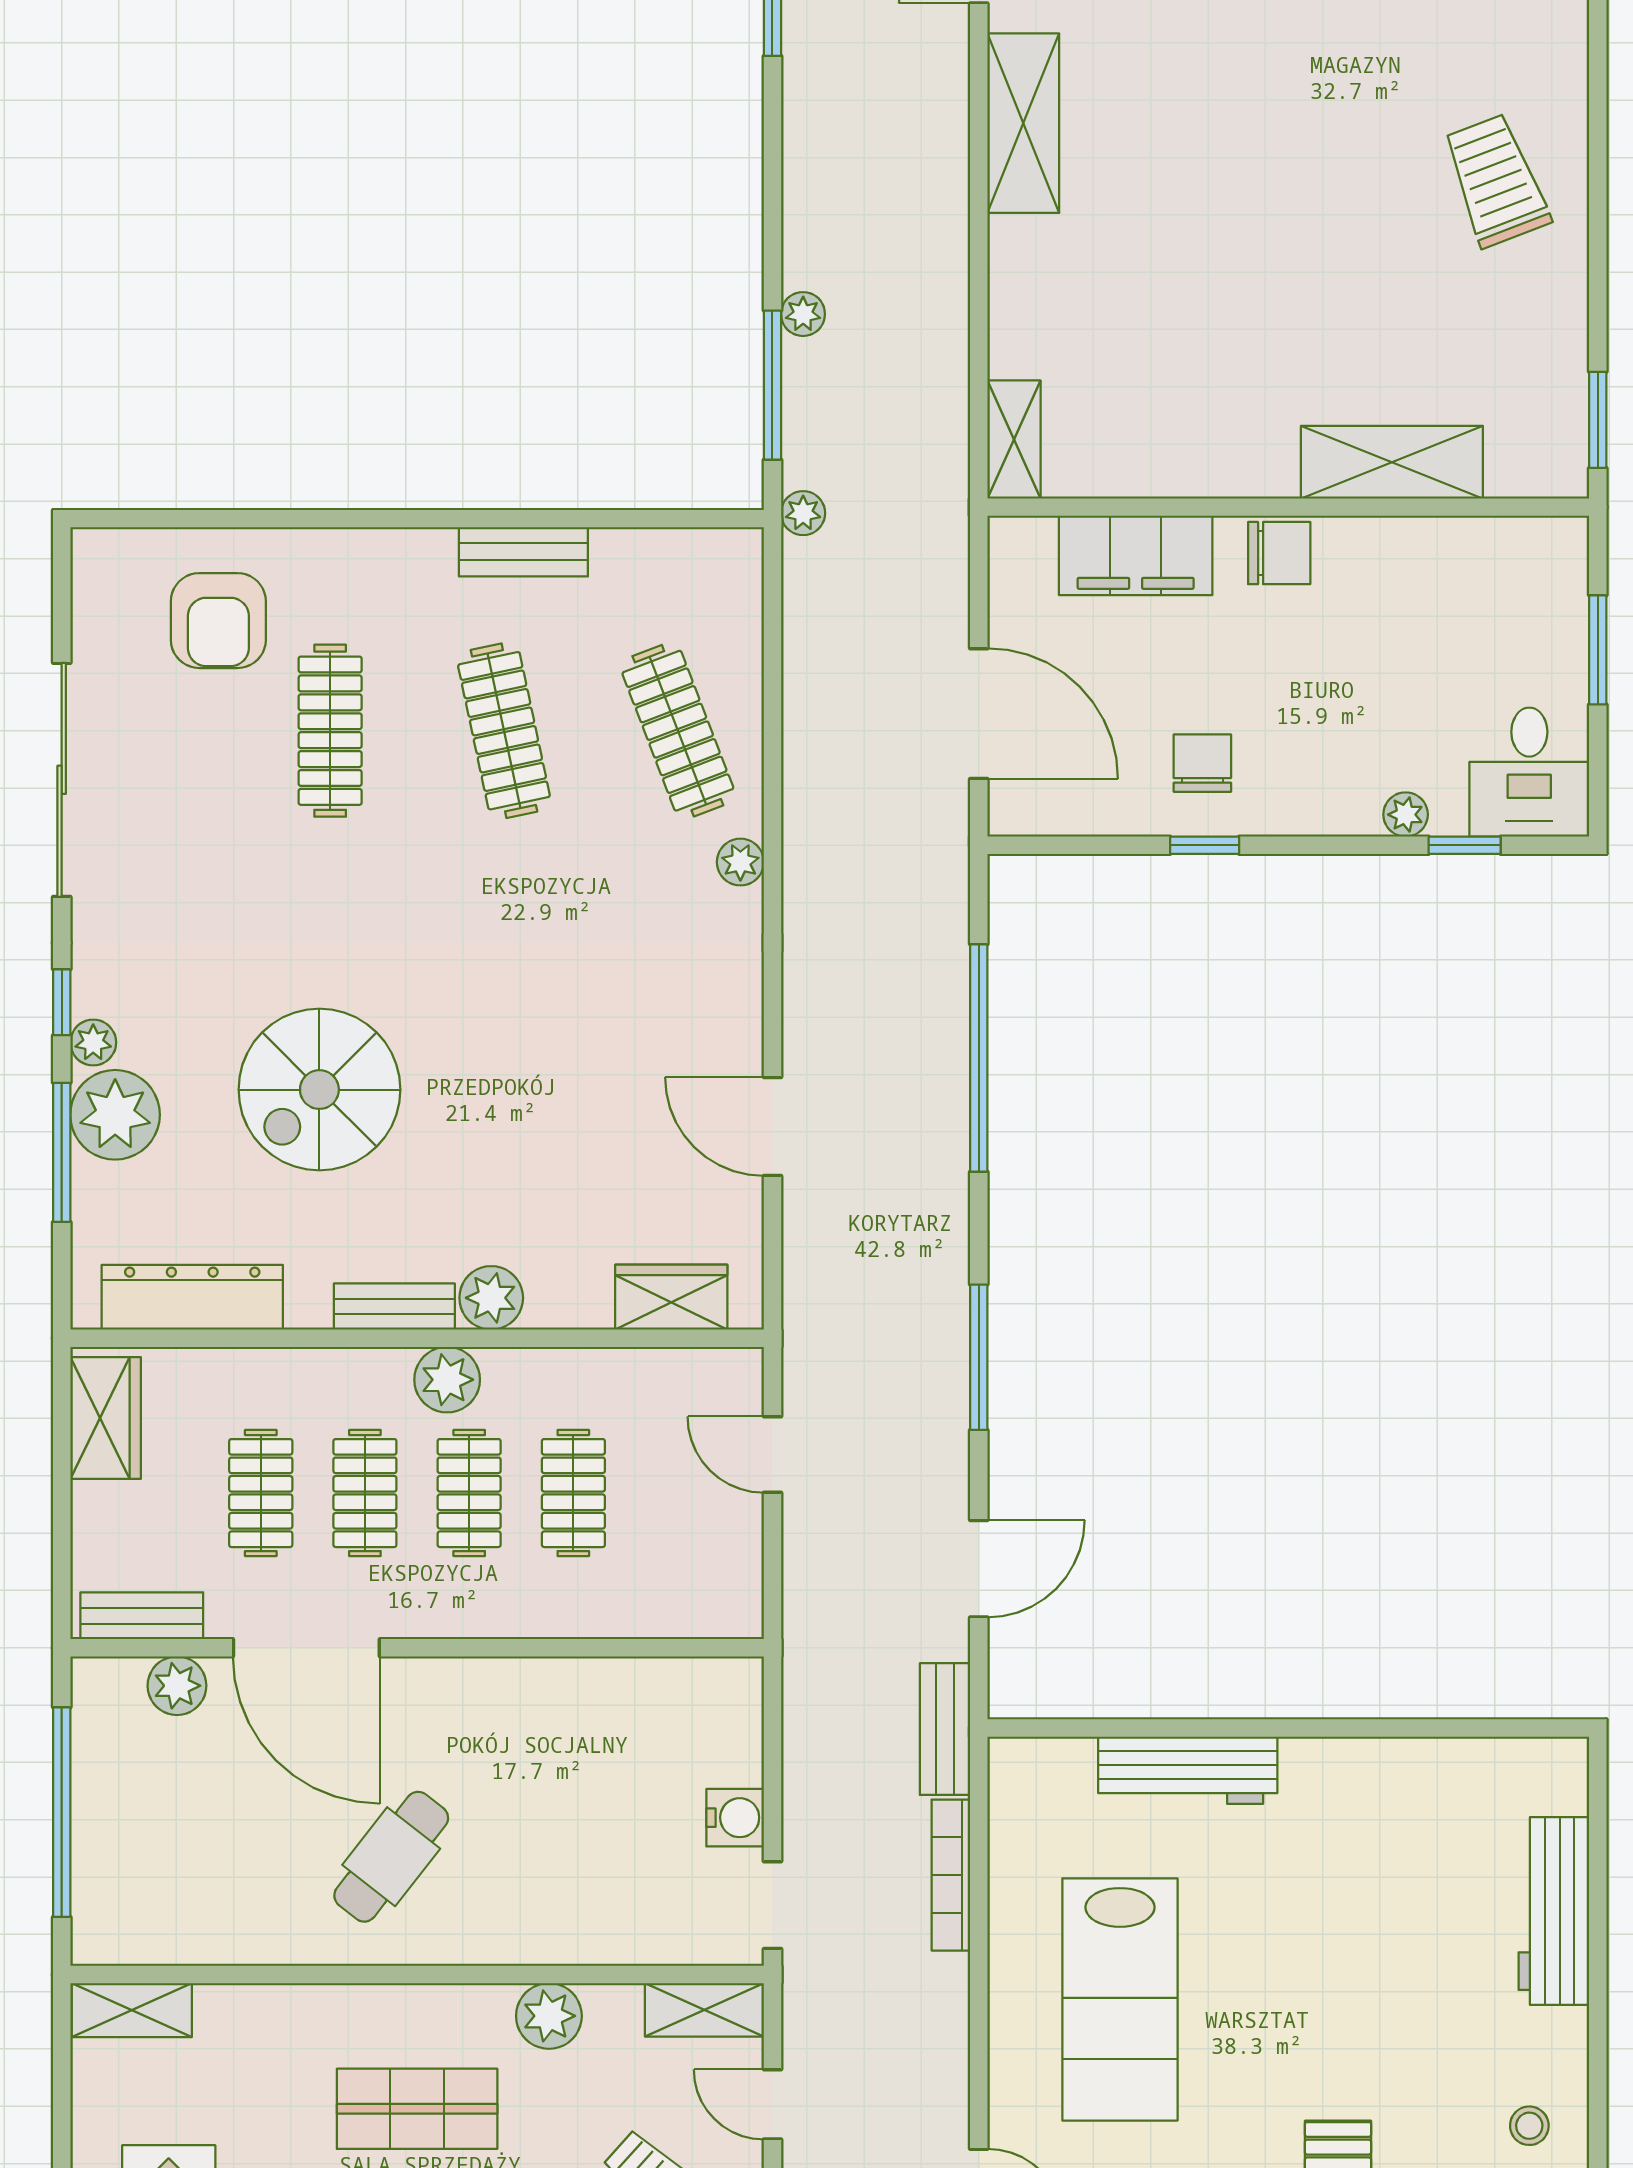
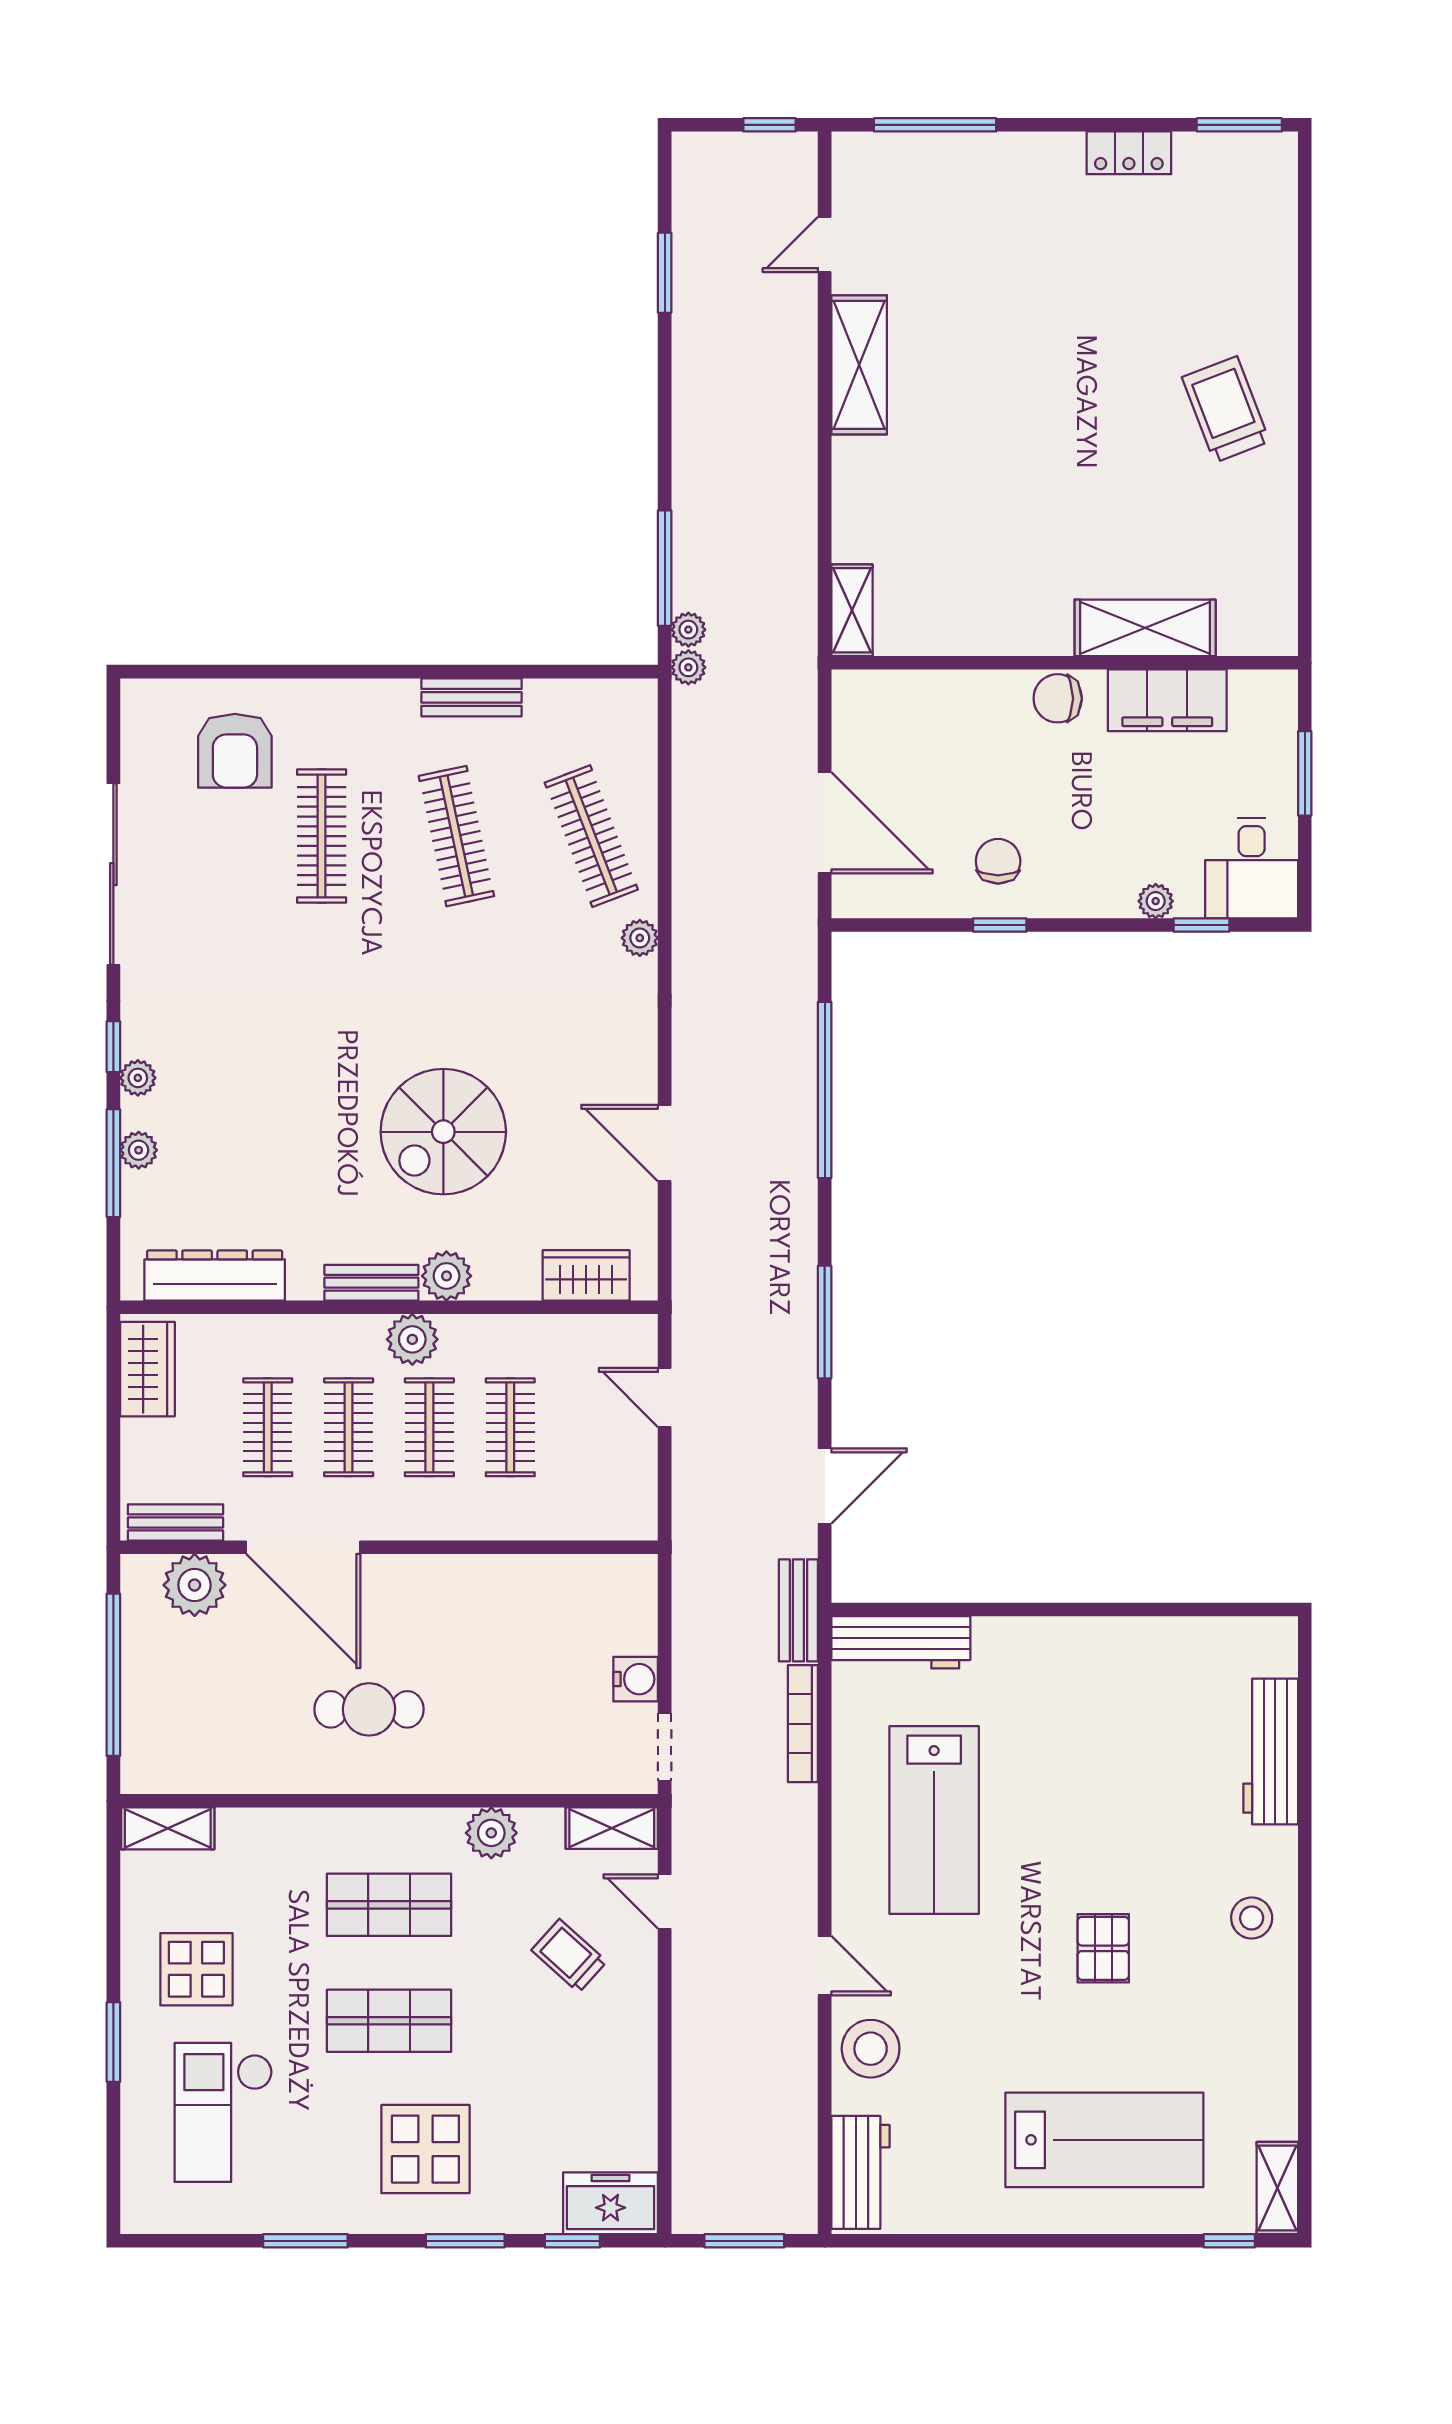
plant: (803, 314) -> (688, 630), moved
window: (1598, 420) -> (1305, 595), removed
chair: (1279, 553) -> (1058, 698), turned 180
filing cabinet: (1136, 555) -> (1167, 700), moved
spiral stairs: (319, 1090) -> (443, 1132), moved
plant: (115, 1115) -> (139, 1150), width x0.53, depth x0.53
plant: (177, 1686) -> (195, 1585), width x1.36, depth x1.36
workbench: (1188, 1770) -> (901, 1642), moved
cafe table: (391, 1857) -> (369, 1709), turned 52
stool: (1529, 2126) -> (1252, 1918), width x1.37, depth x1.37

